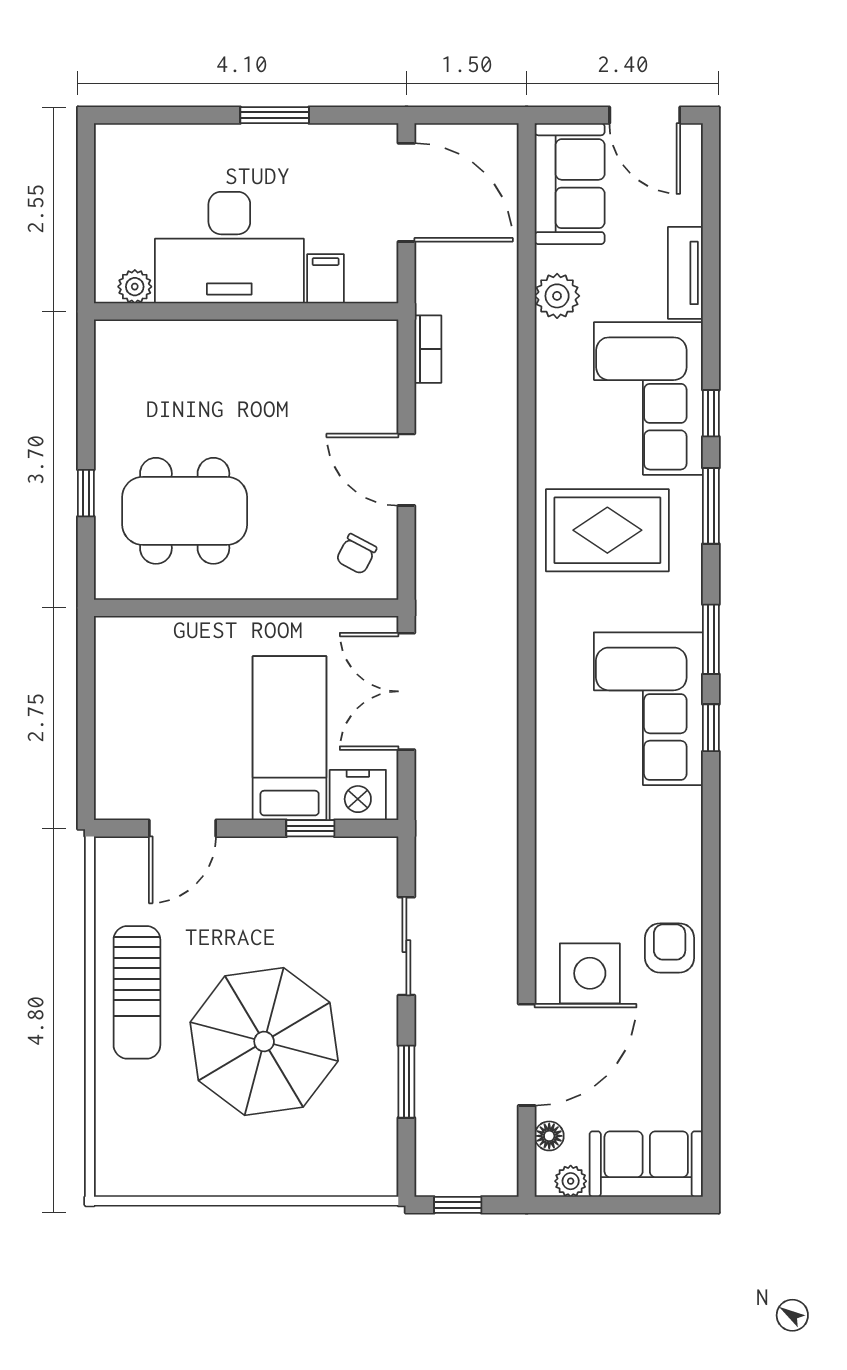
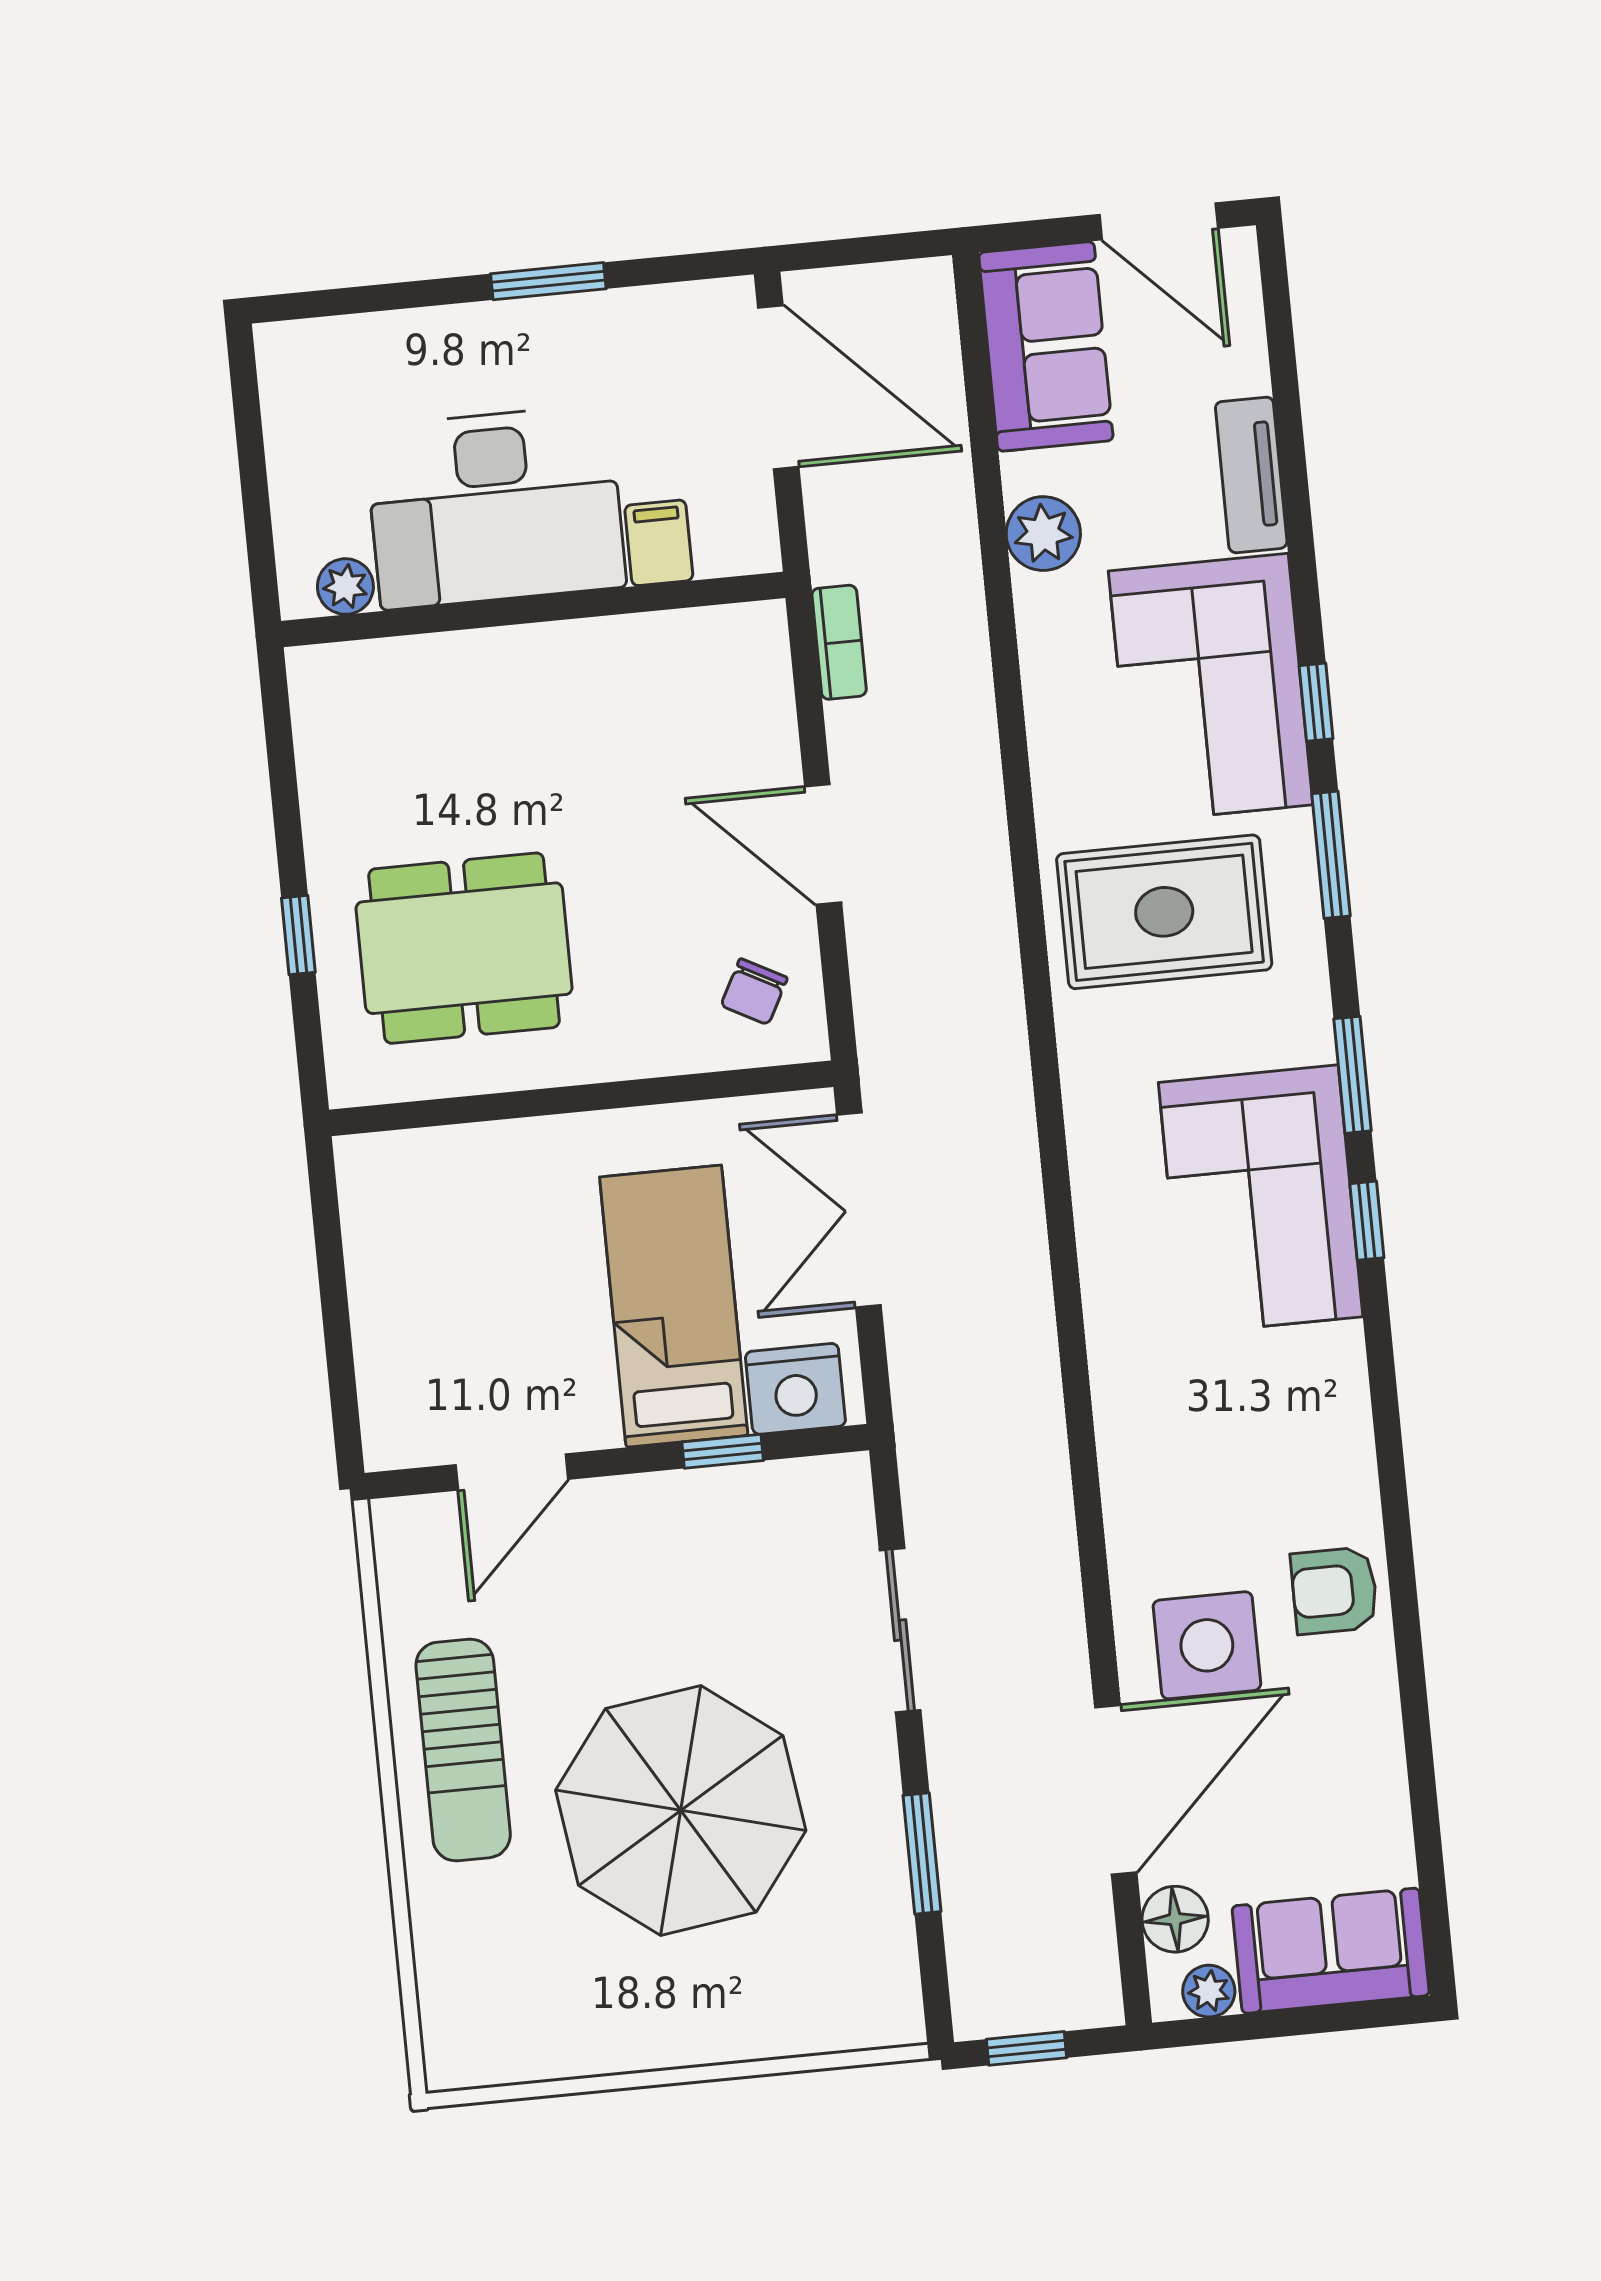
armchair: (670, 948) -> (1334, 1591), turned -90
floor lamp: (549, 1136) -> (1175, 1919), width x1.37, depth x1.37

